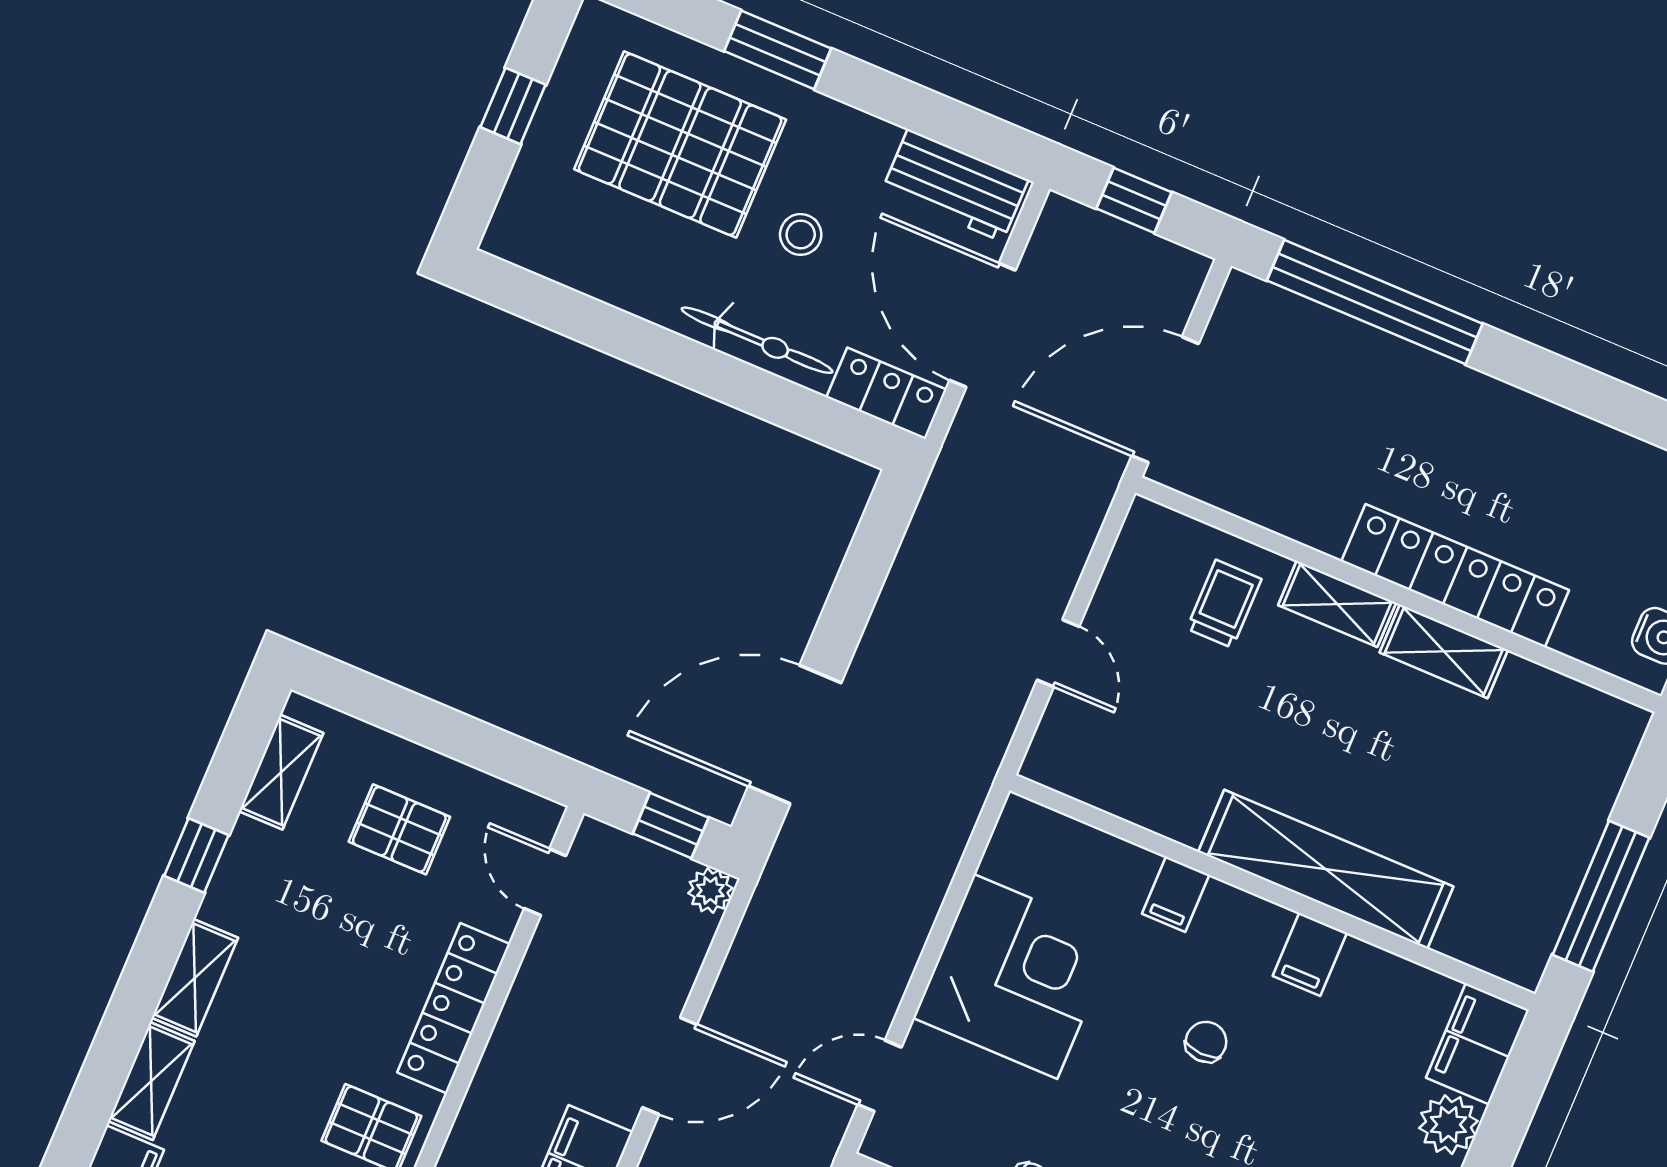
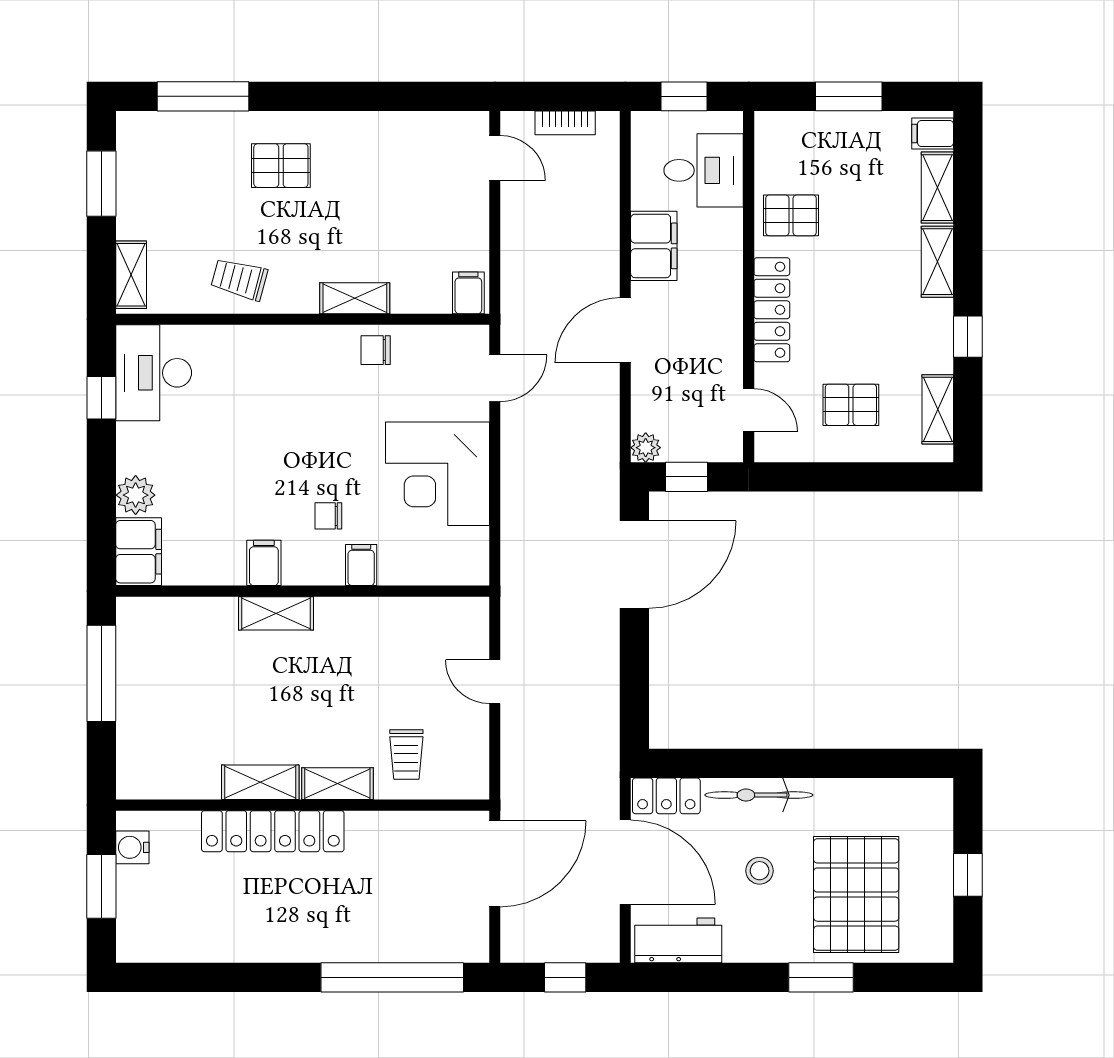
pallet: (680, 144) -> (856, 895), turned 90
shelving: (1326, 869) -> (276, 613), width x0.45, depth x0.75
chair: (1206, 1042) -> (328, 516), moved, turned 88

